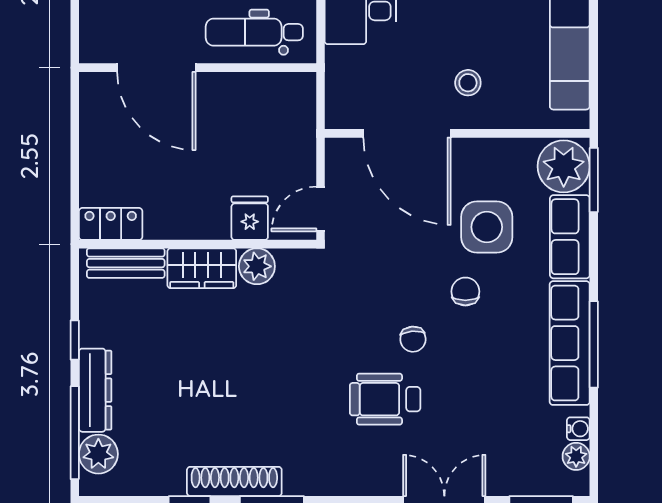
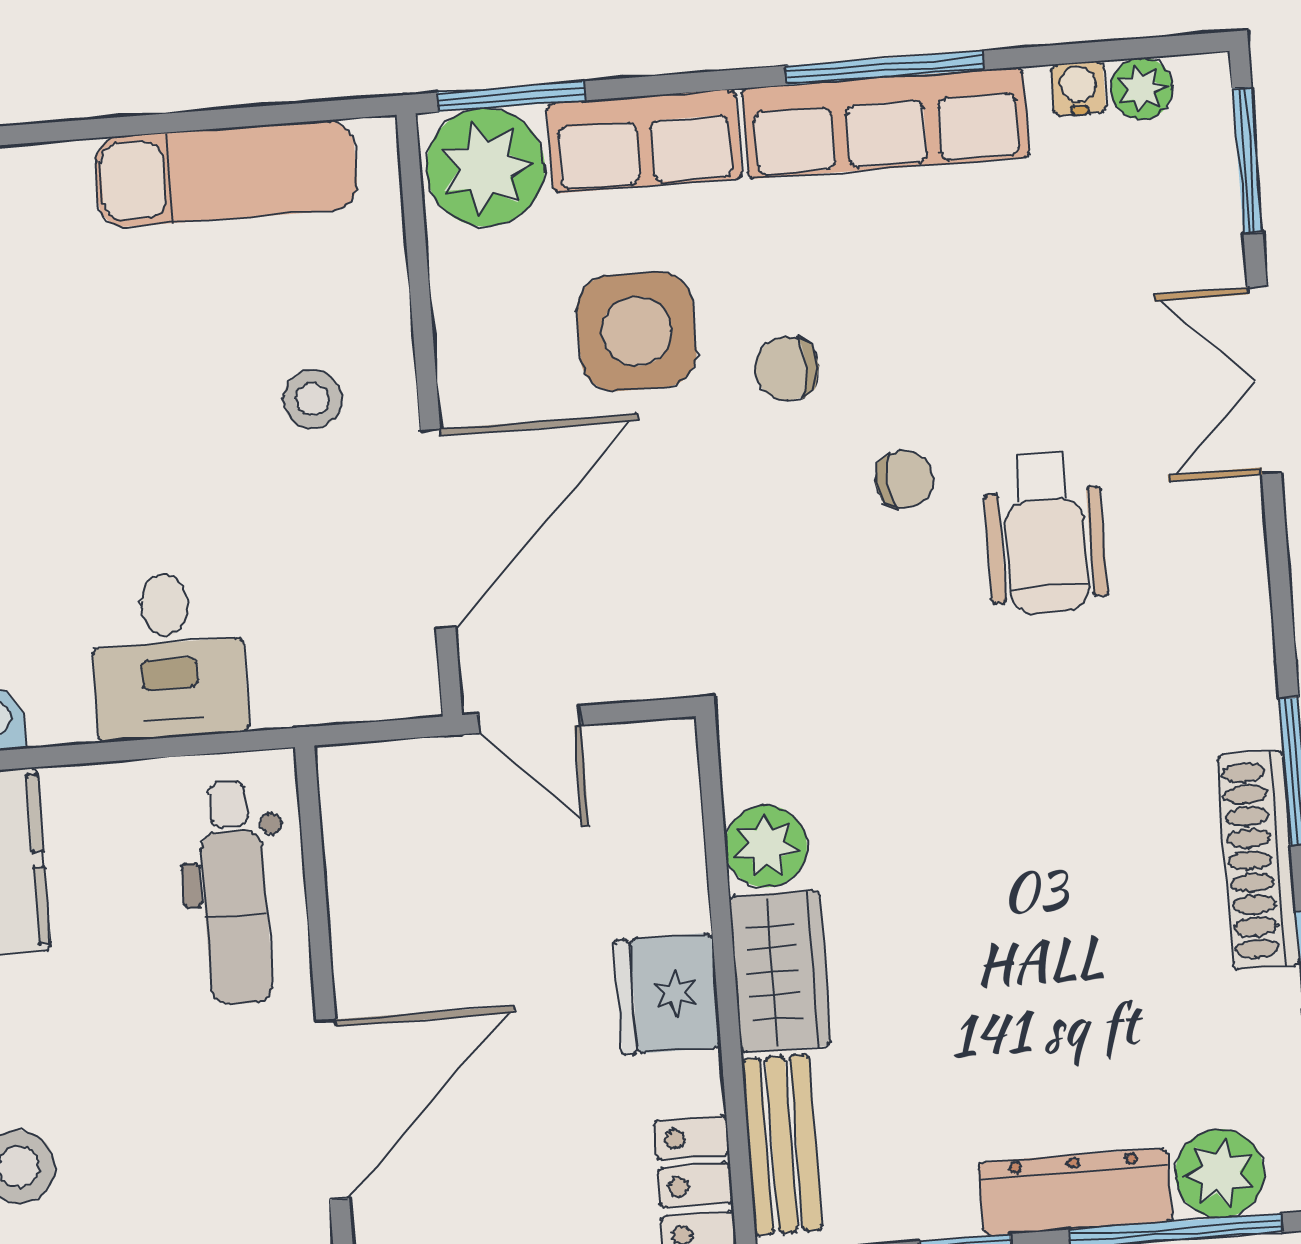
door: (320, 209) -> (530, 719), moved
fridge: (250, 218) -> (667, 994), moved, width x1.38

